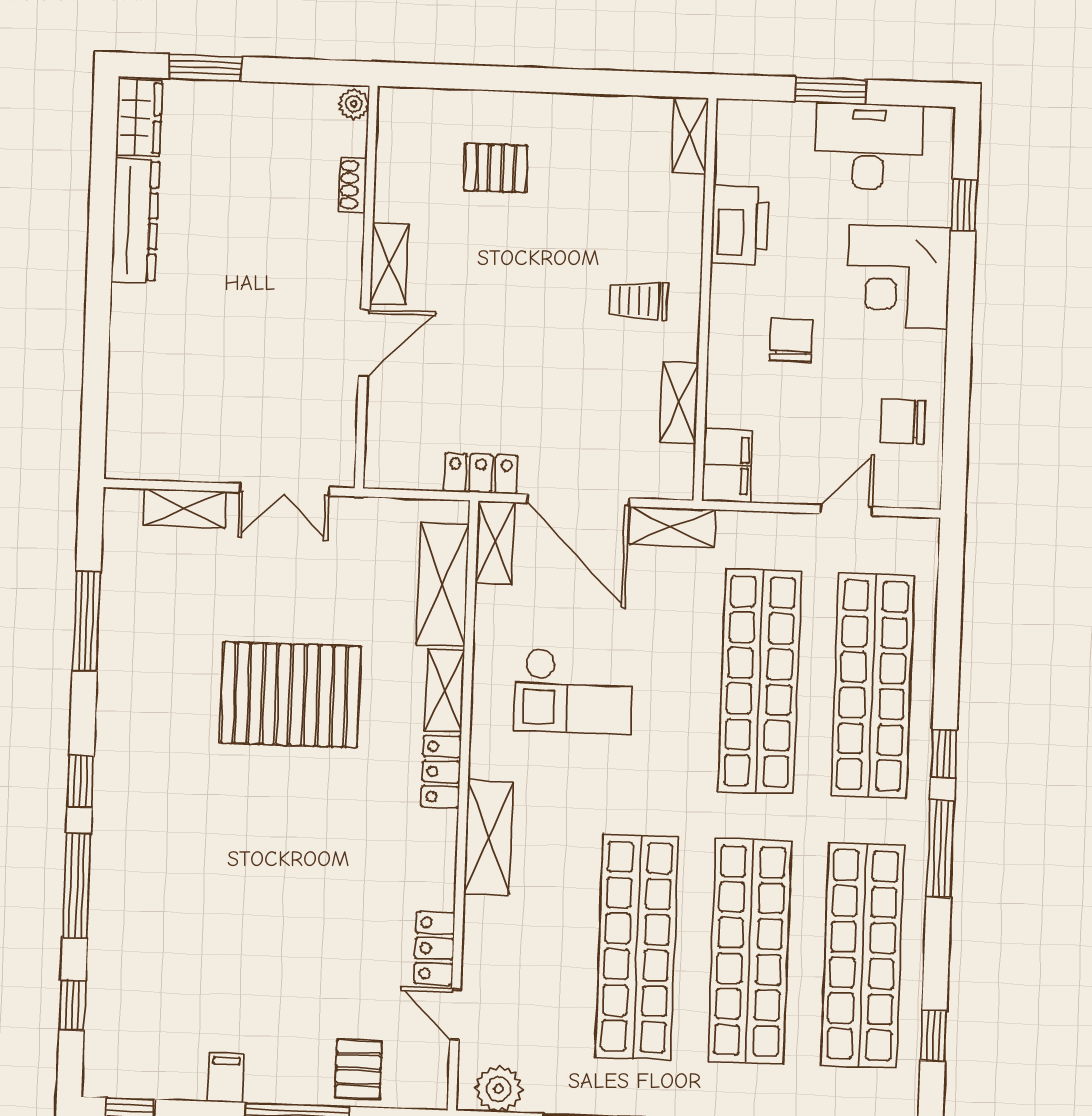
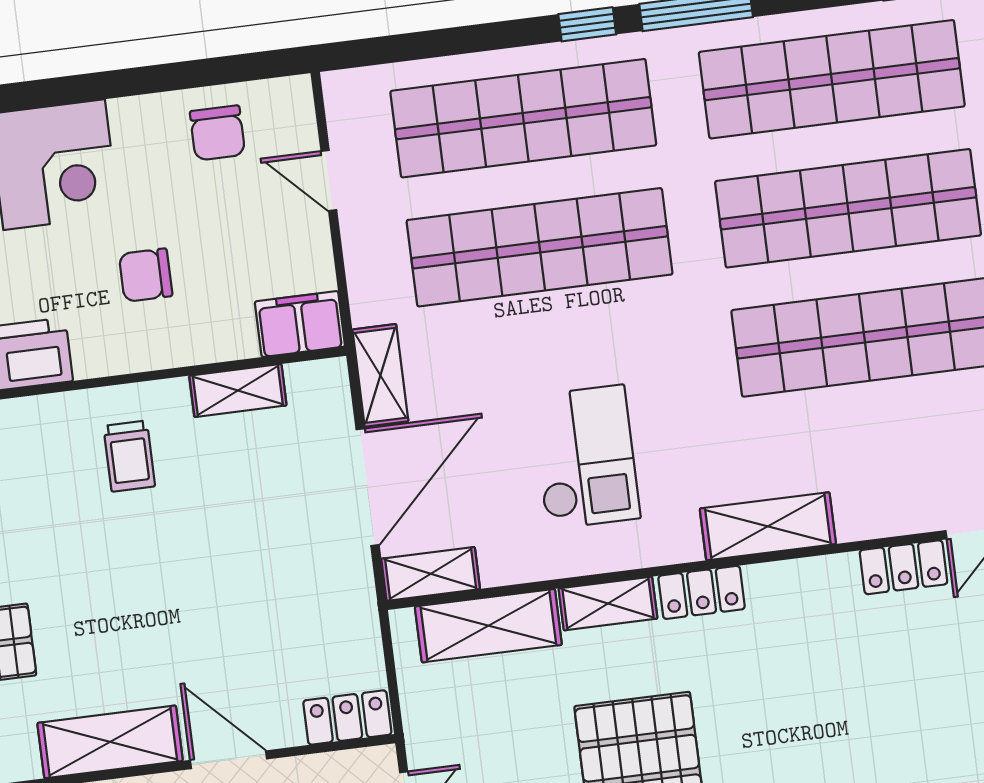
shelving: (389, 264) -> (110, 742), width x1.50, depth x1.33
locker: (481, 473) -> (347, 717), moved, turned 90

